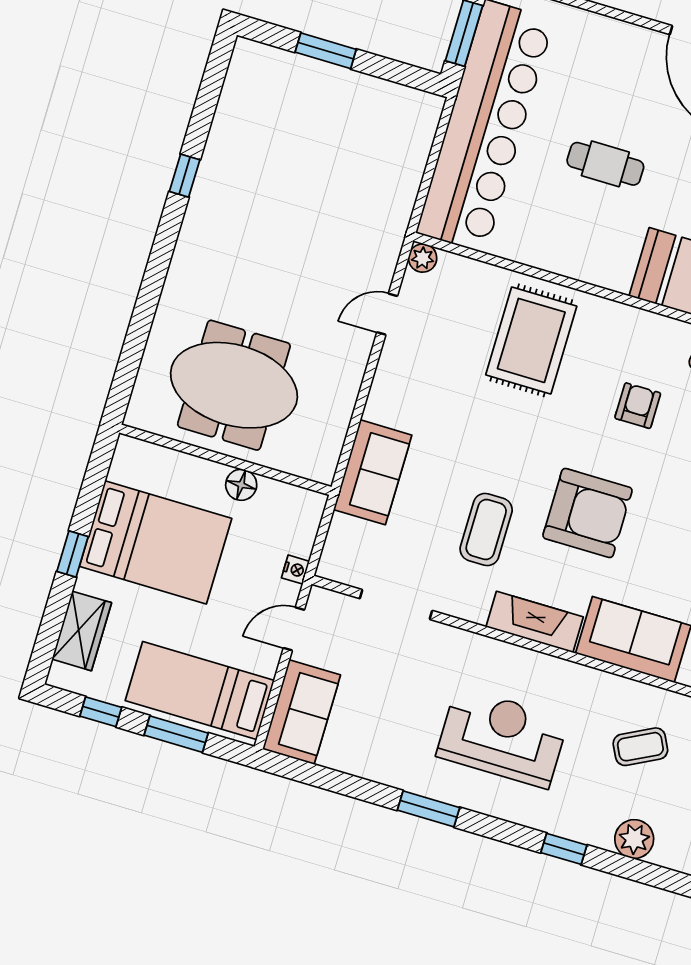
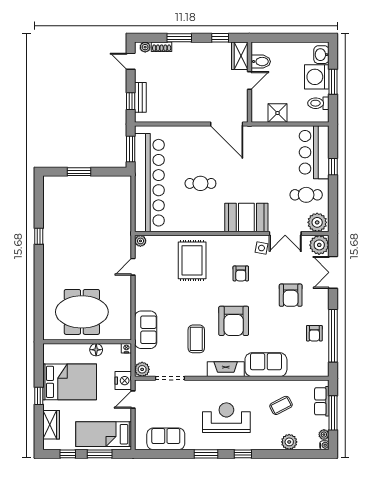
armchair: (638, 406) -> (241, 273), turned 180
nightstand: (314, 503) -> (126, 348), added
armchair: (587, 513) -> (234, 321), turned 90
plant: (336, 564) -> (142, 369), added
nightstand: (295, 570) -> (123, 381), width x1.89, depth x1.79
sofa: (302, 712) -> (166, 439), moved, turned -90
window: (564, 849) -> (243, 454), moved

